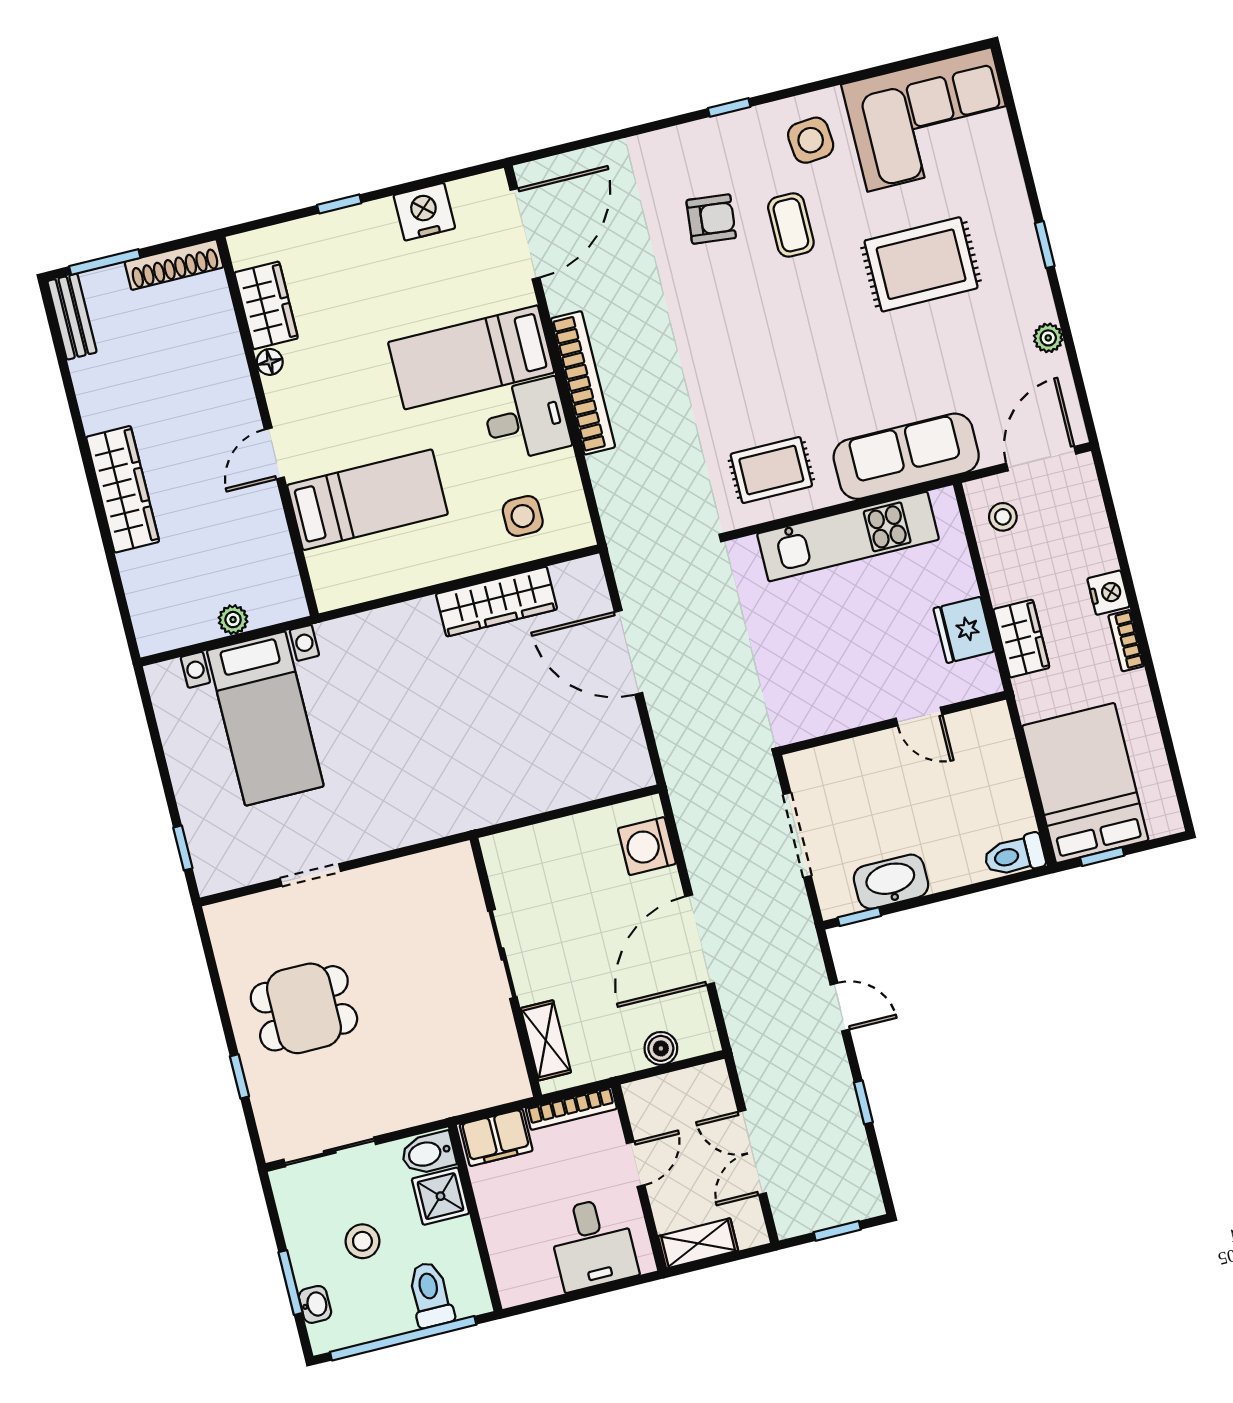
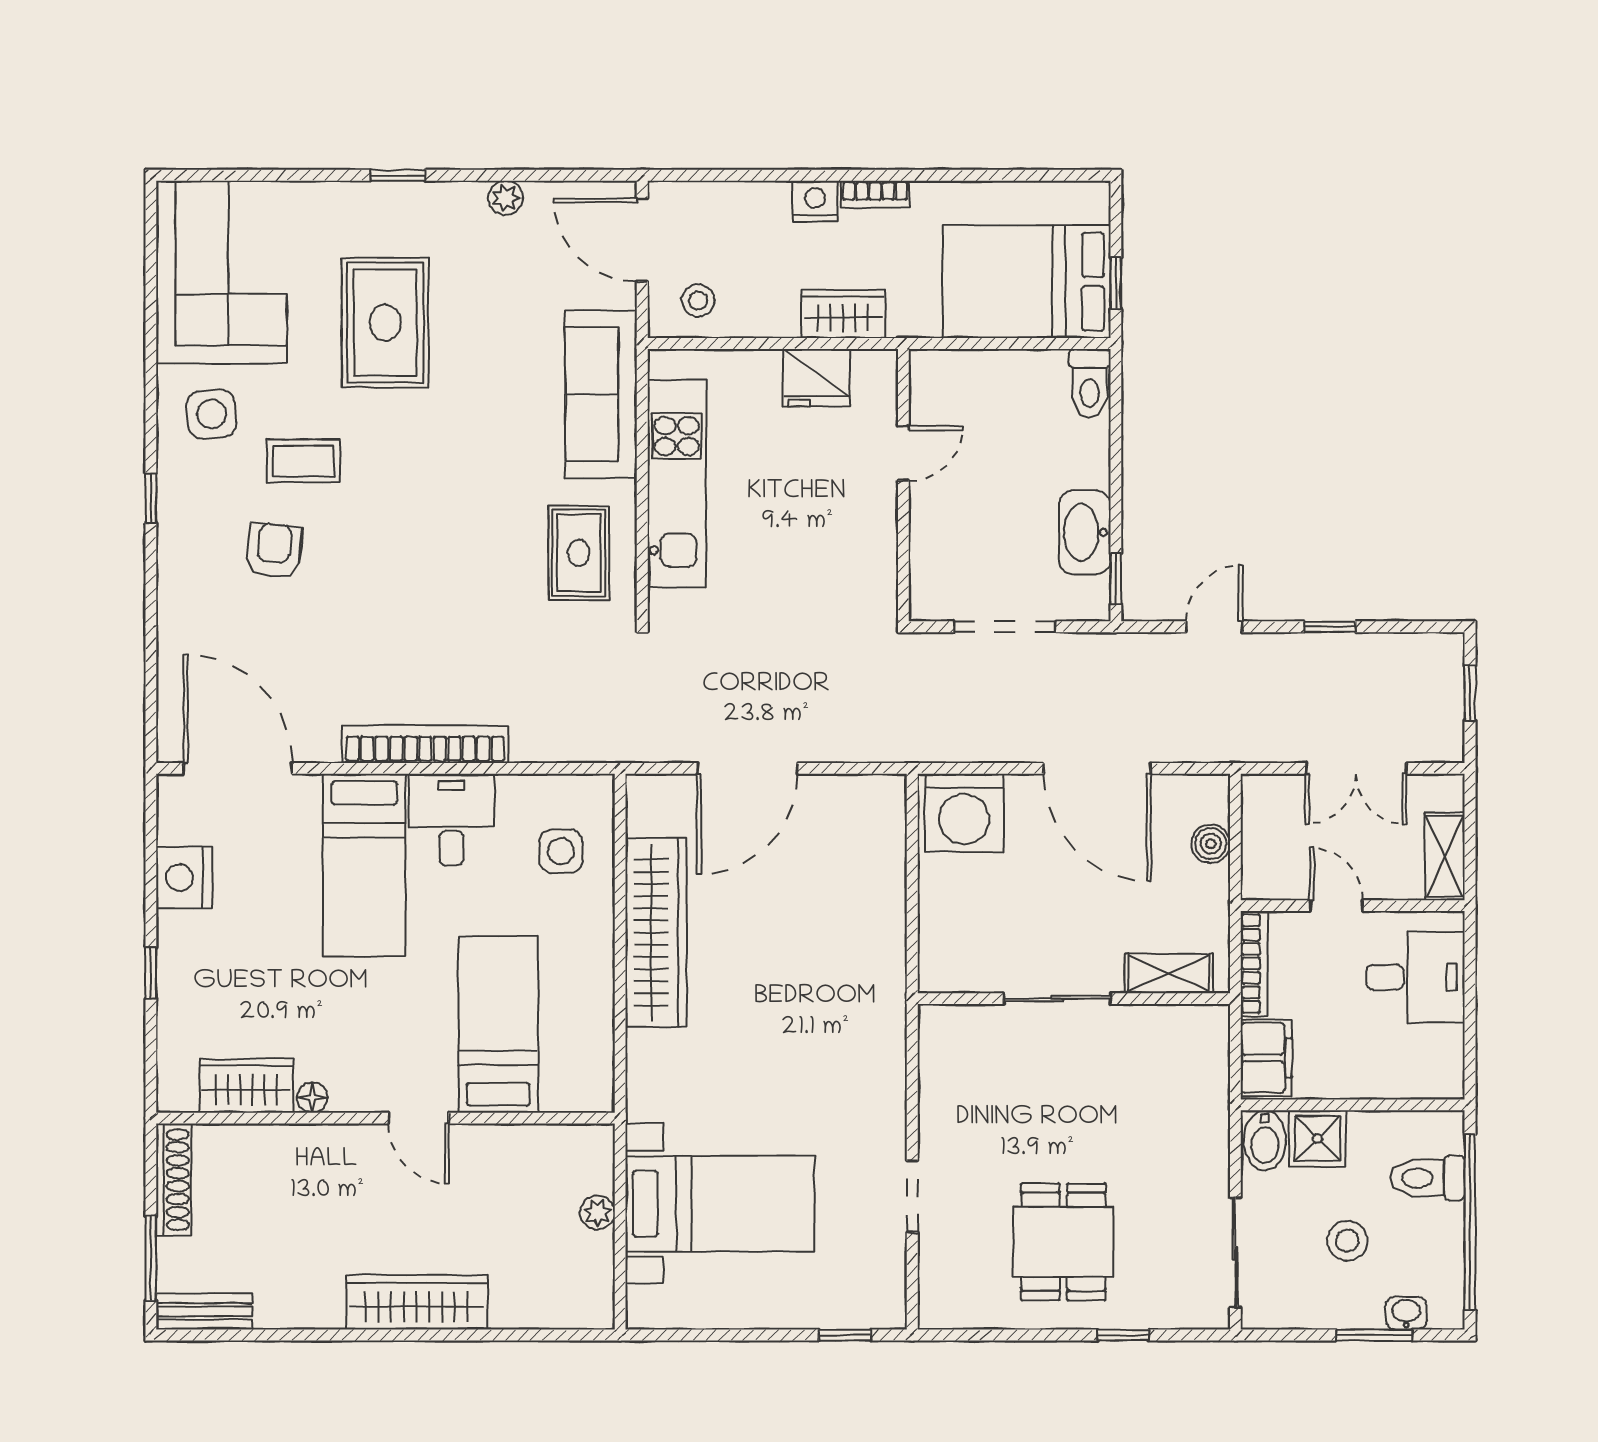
wardrobe: (497, 602) -> (656, 932), width x1.40, depth x1.17
washing machine: (647, 846) -> (964, 813), width x1.37, depth x1.37

